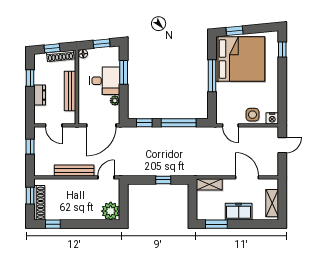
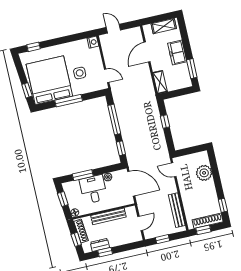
dresser: (40, 95) -> (100, 245), moved
side table: (252, 115) -> (80, 73), moved
door: (230, 125) -> (107, 76), hinge flipped
bench: (74, 170) -> (177, 210), moved
plant: (111, 211) -> (204, 173), moved

